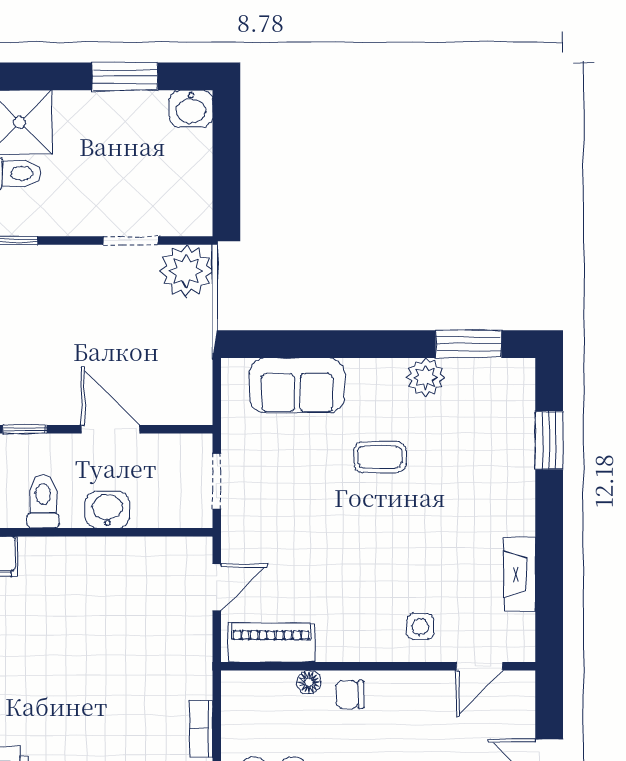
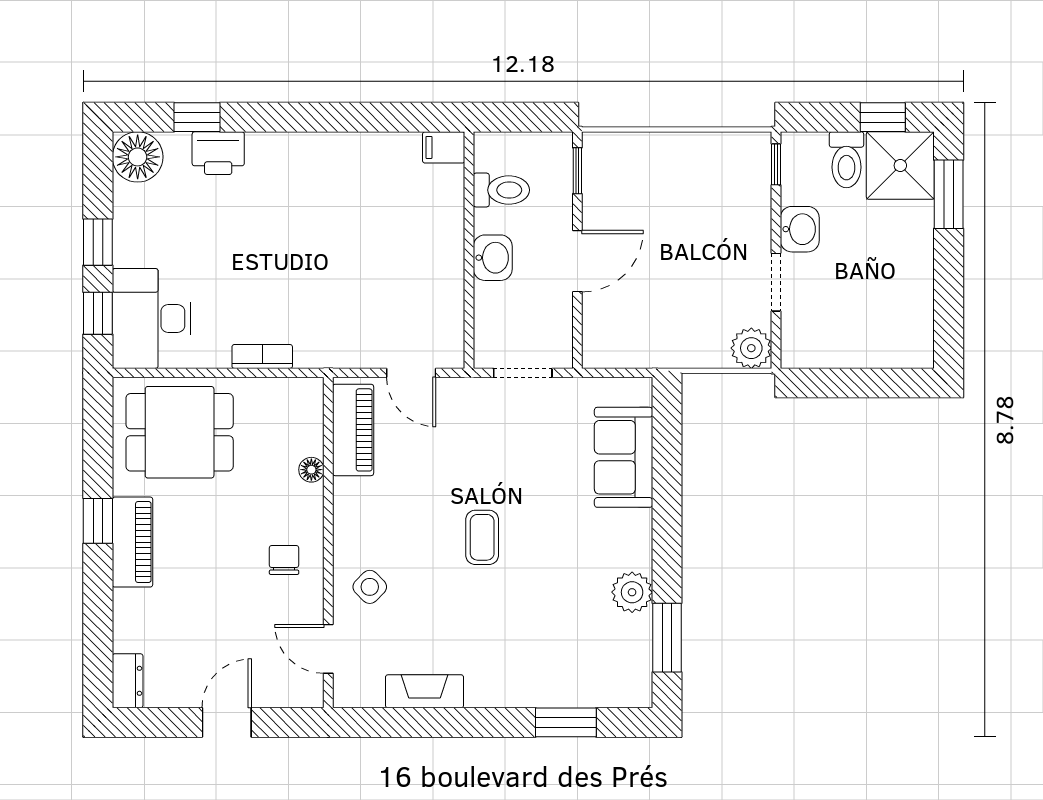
window: (125, 76) -> (949, 194), moved
washbasin: (191, 108) -> (800, 229), moved, turned 180
plant: (186, 271) -> (751, 348), width x0.73, depth x0.73
coffee table: (380, 457) -> (482, 537), moved
side table: (420, 627) -> (370, 587), turned 45
chair: (350, 694) -> (284, 560), moved

